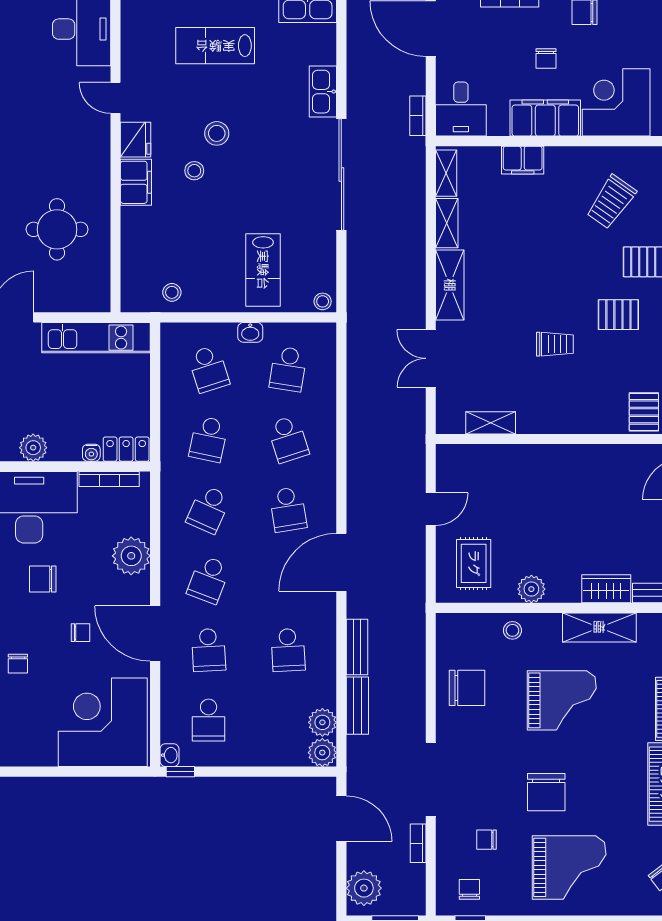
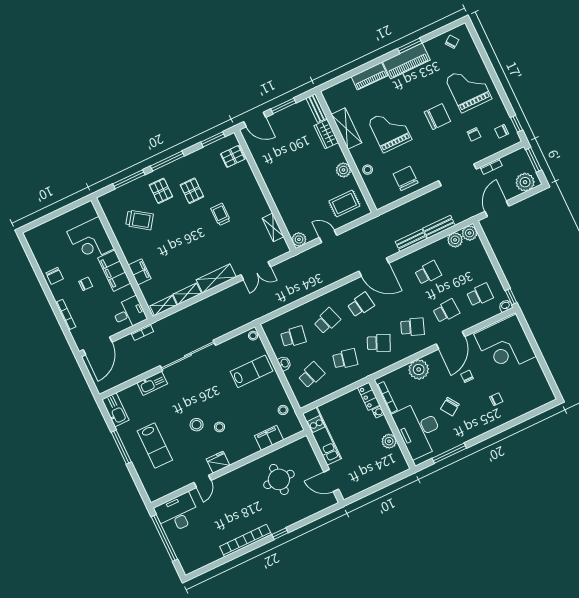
filing cabinet: (136, 182) -> (269, 438), moved
plant: (449, 457) -> (299, 239), added
chair: (43, 579) -> (450, 407), turned 56

